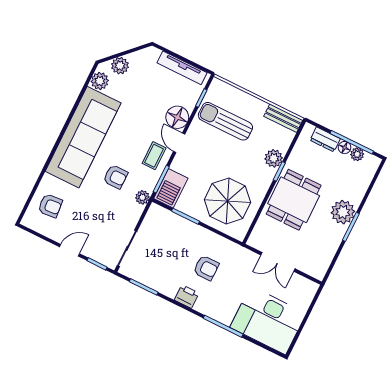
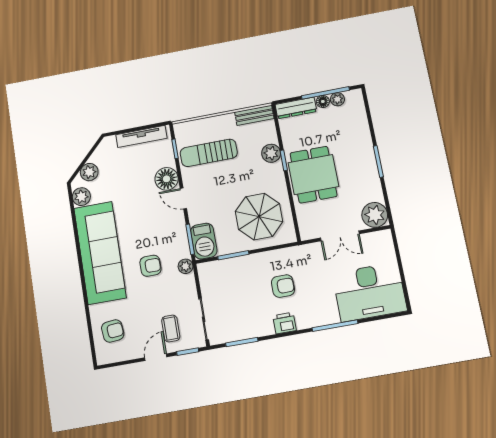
dresser: (325, 139) -> (296, 108), width x1.44
coffee table: (154, 156) -> (171, 328), moved
plant: (343, 212) -> (375, 215), moved

